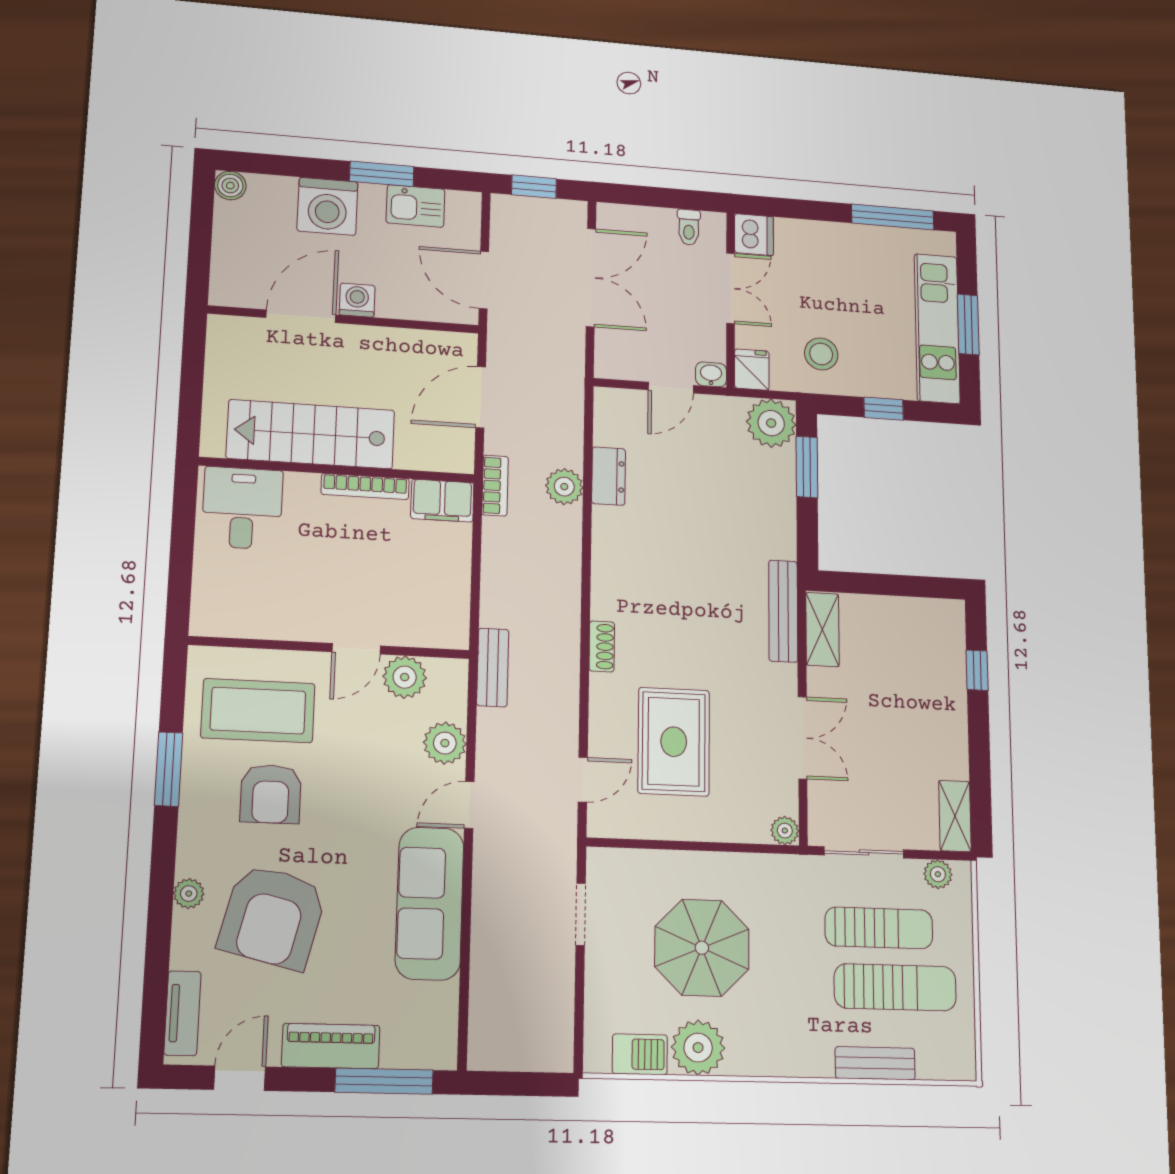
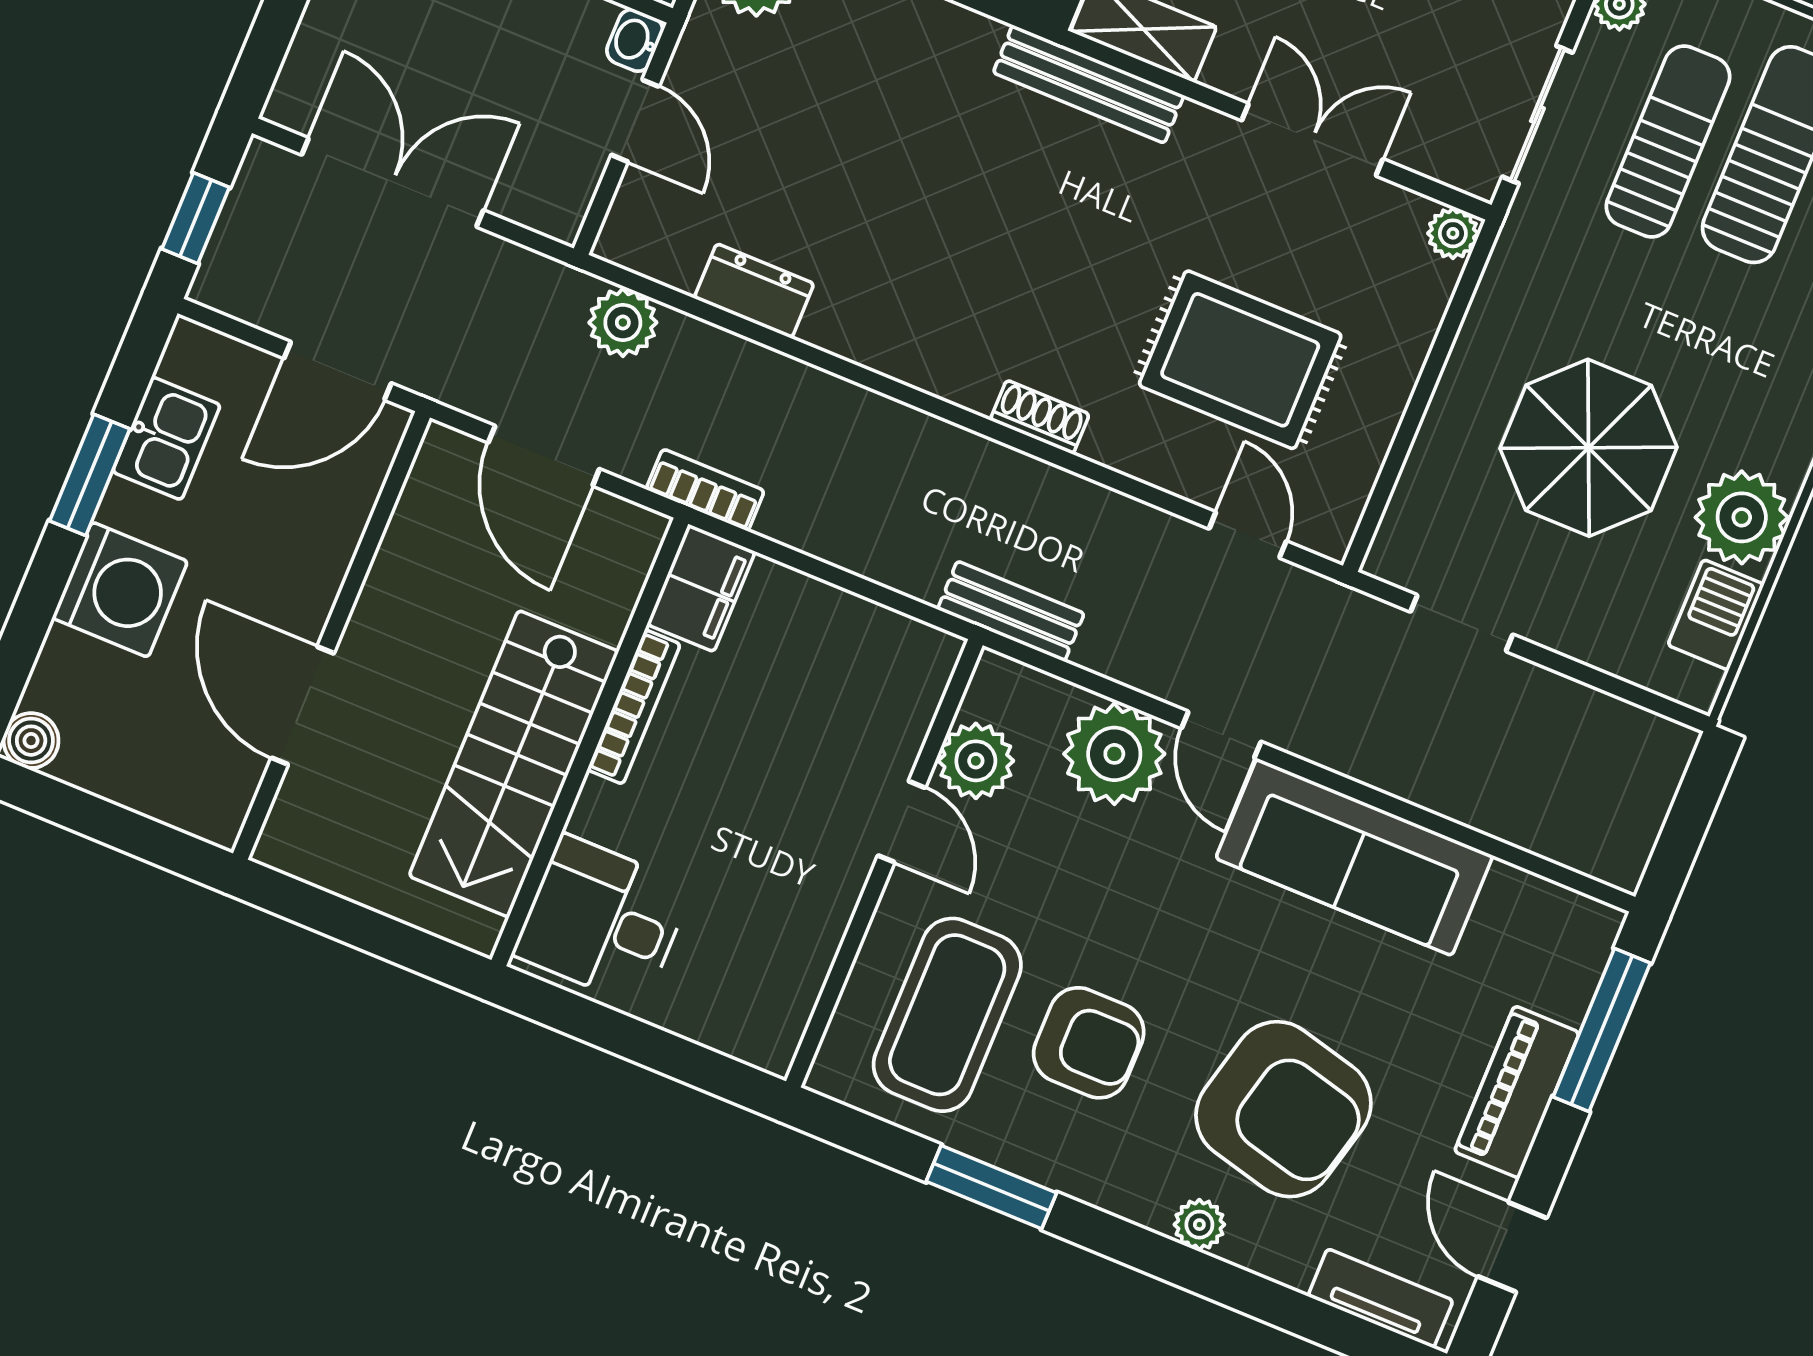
washing machine: (357, 300) -> (304, 601), removed
plant: (564, 487) -> (623, 323), moved
plant: (445, 743) -> (1114, 754), width x1.36, depth x1.36

